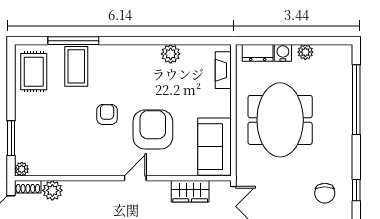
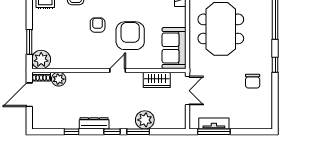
plant: (22, 169) -> (41, 60), width x1.87, depth x1.87
window: (356, 190) -> (275, 65), moved

